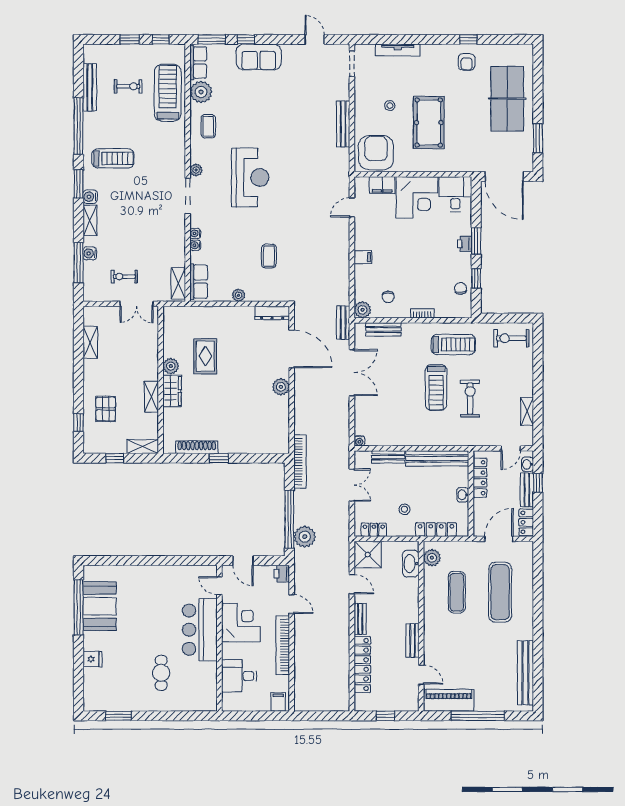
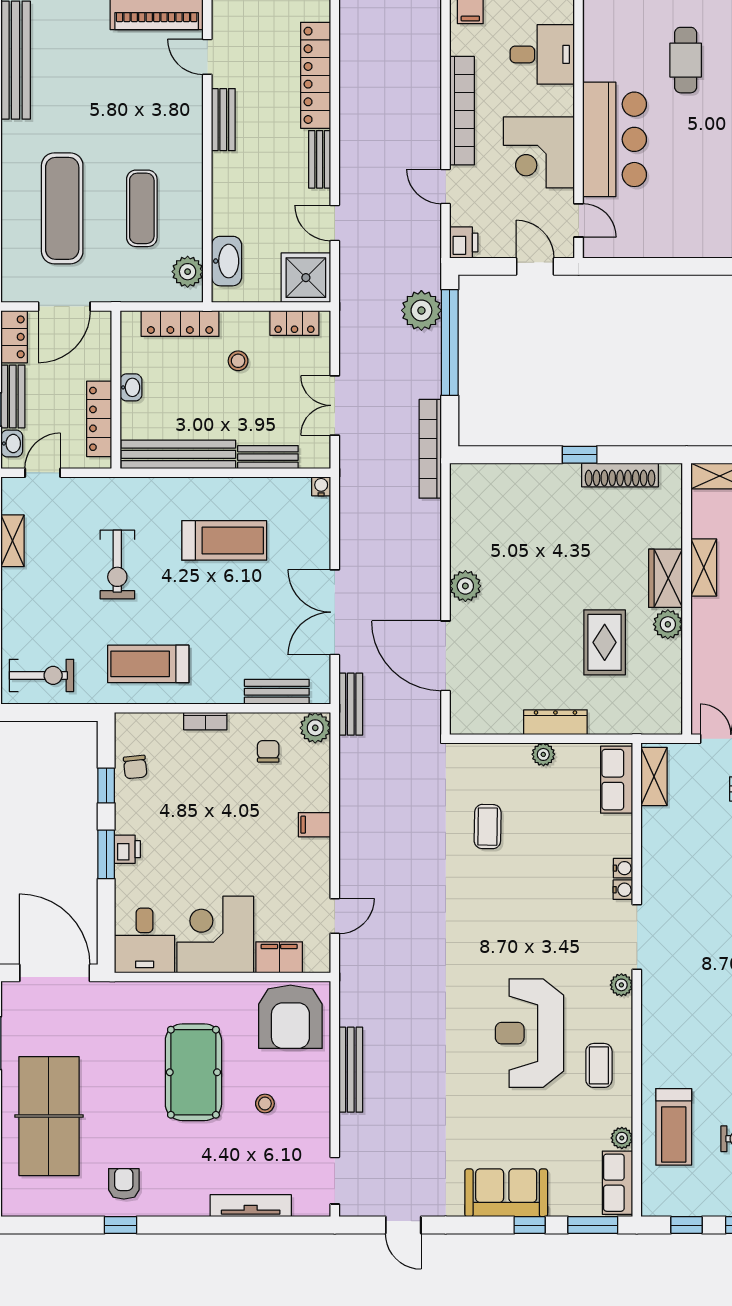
plant: (201, 92) -> (622, 1138), width x0.53, depth x0.53
treadmill: (168, 93) -> (674, 1127), width x0.73, depth x0.73
reception desk: (250, 177) -> (530, 1033), moved
water cooler: (195, 245) -> (623, 890), moved
dresser: (272, 313) -> (555, 722), moved
treadmill: (436, 387) -> (224, 540), moved, turned 90

